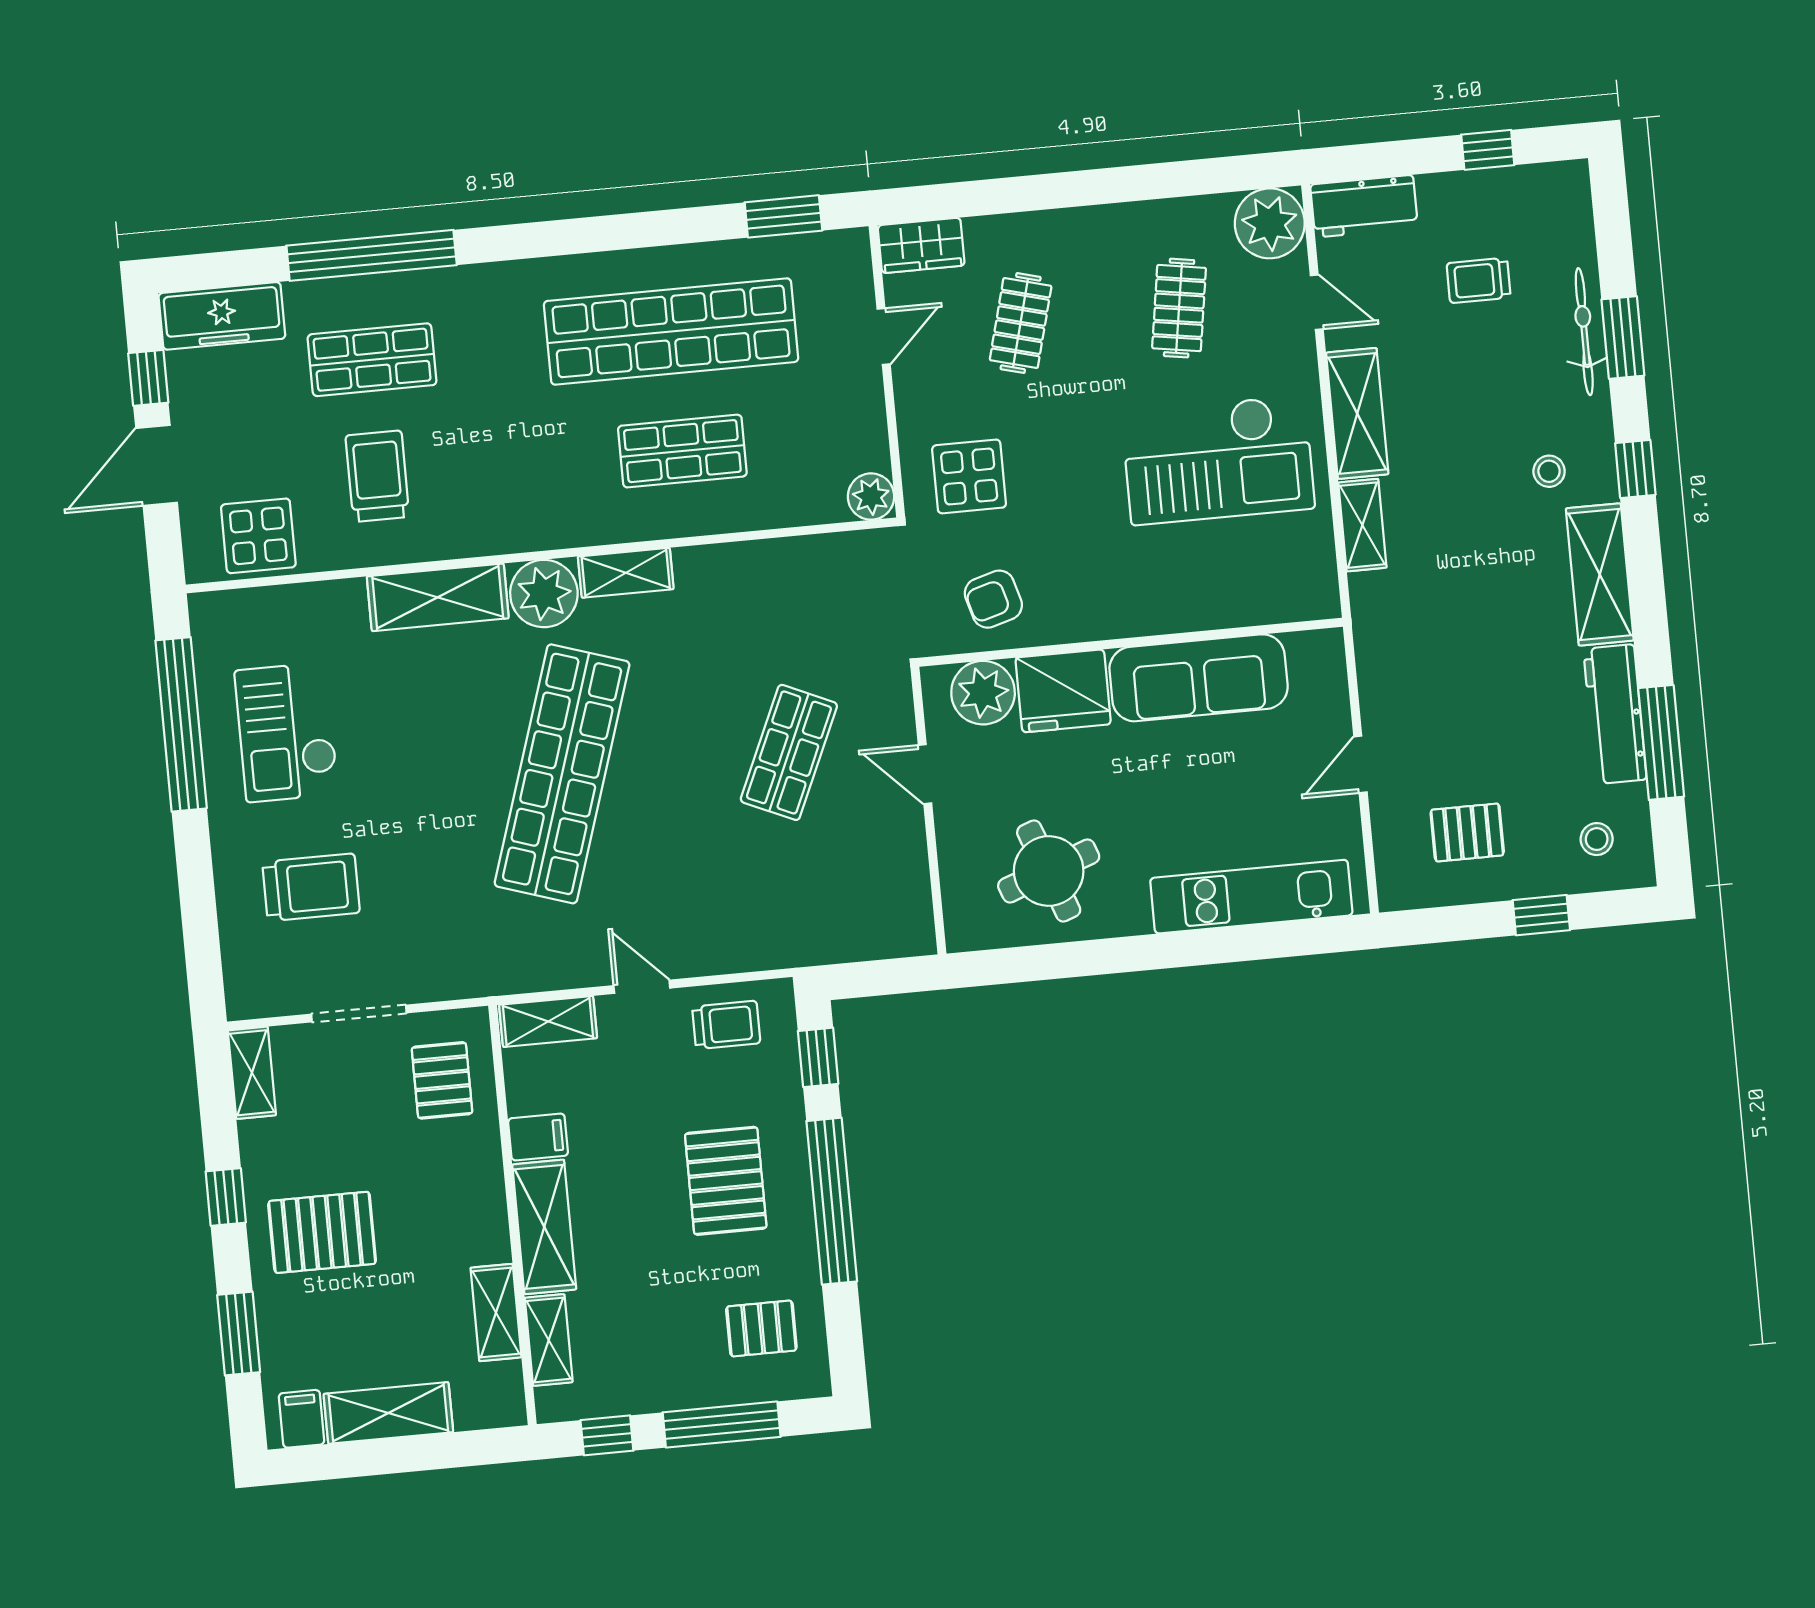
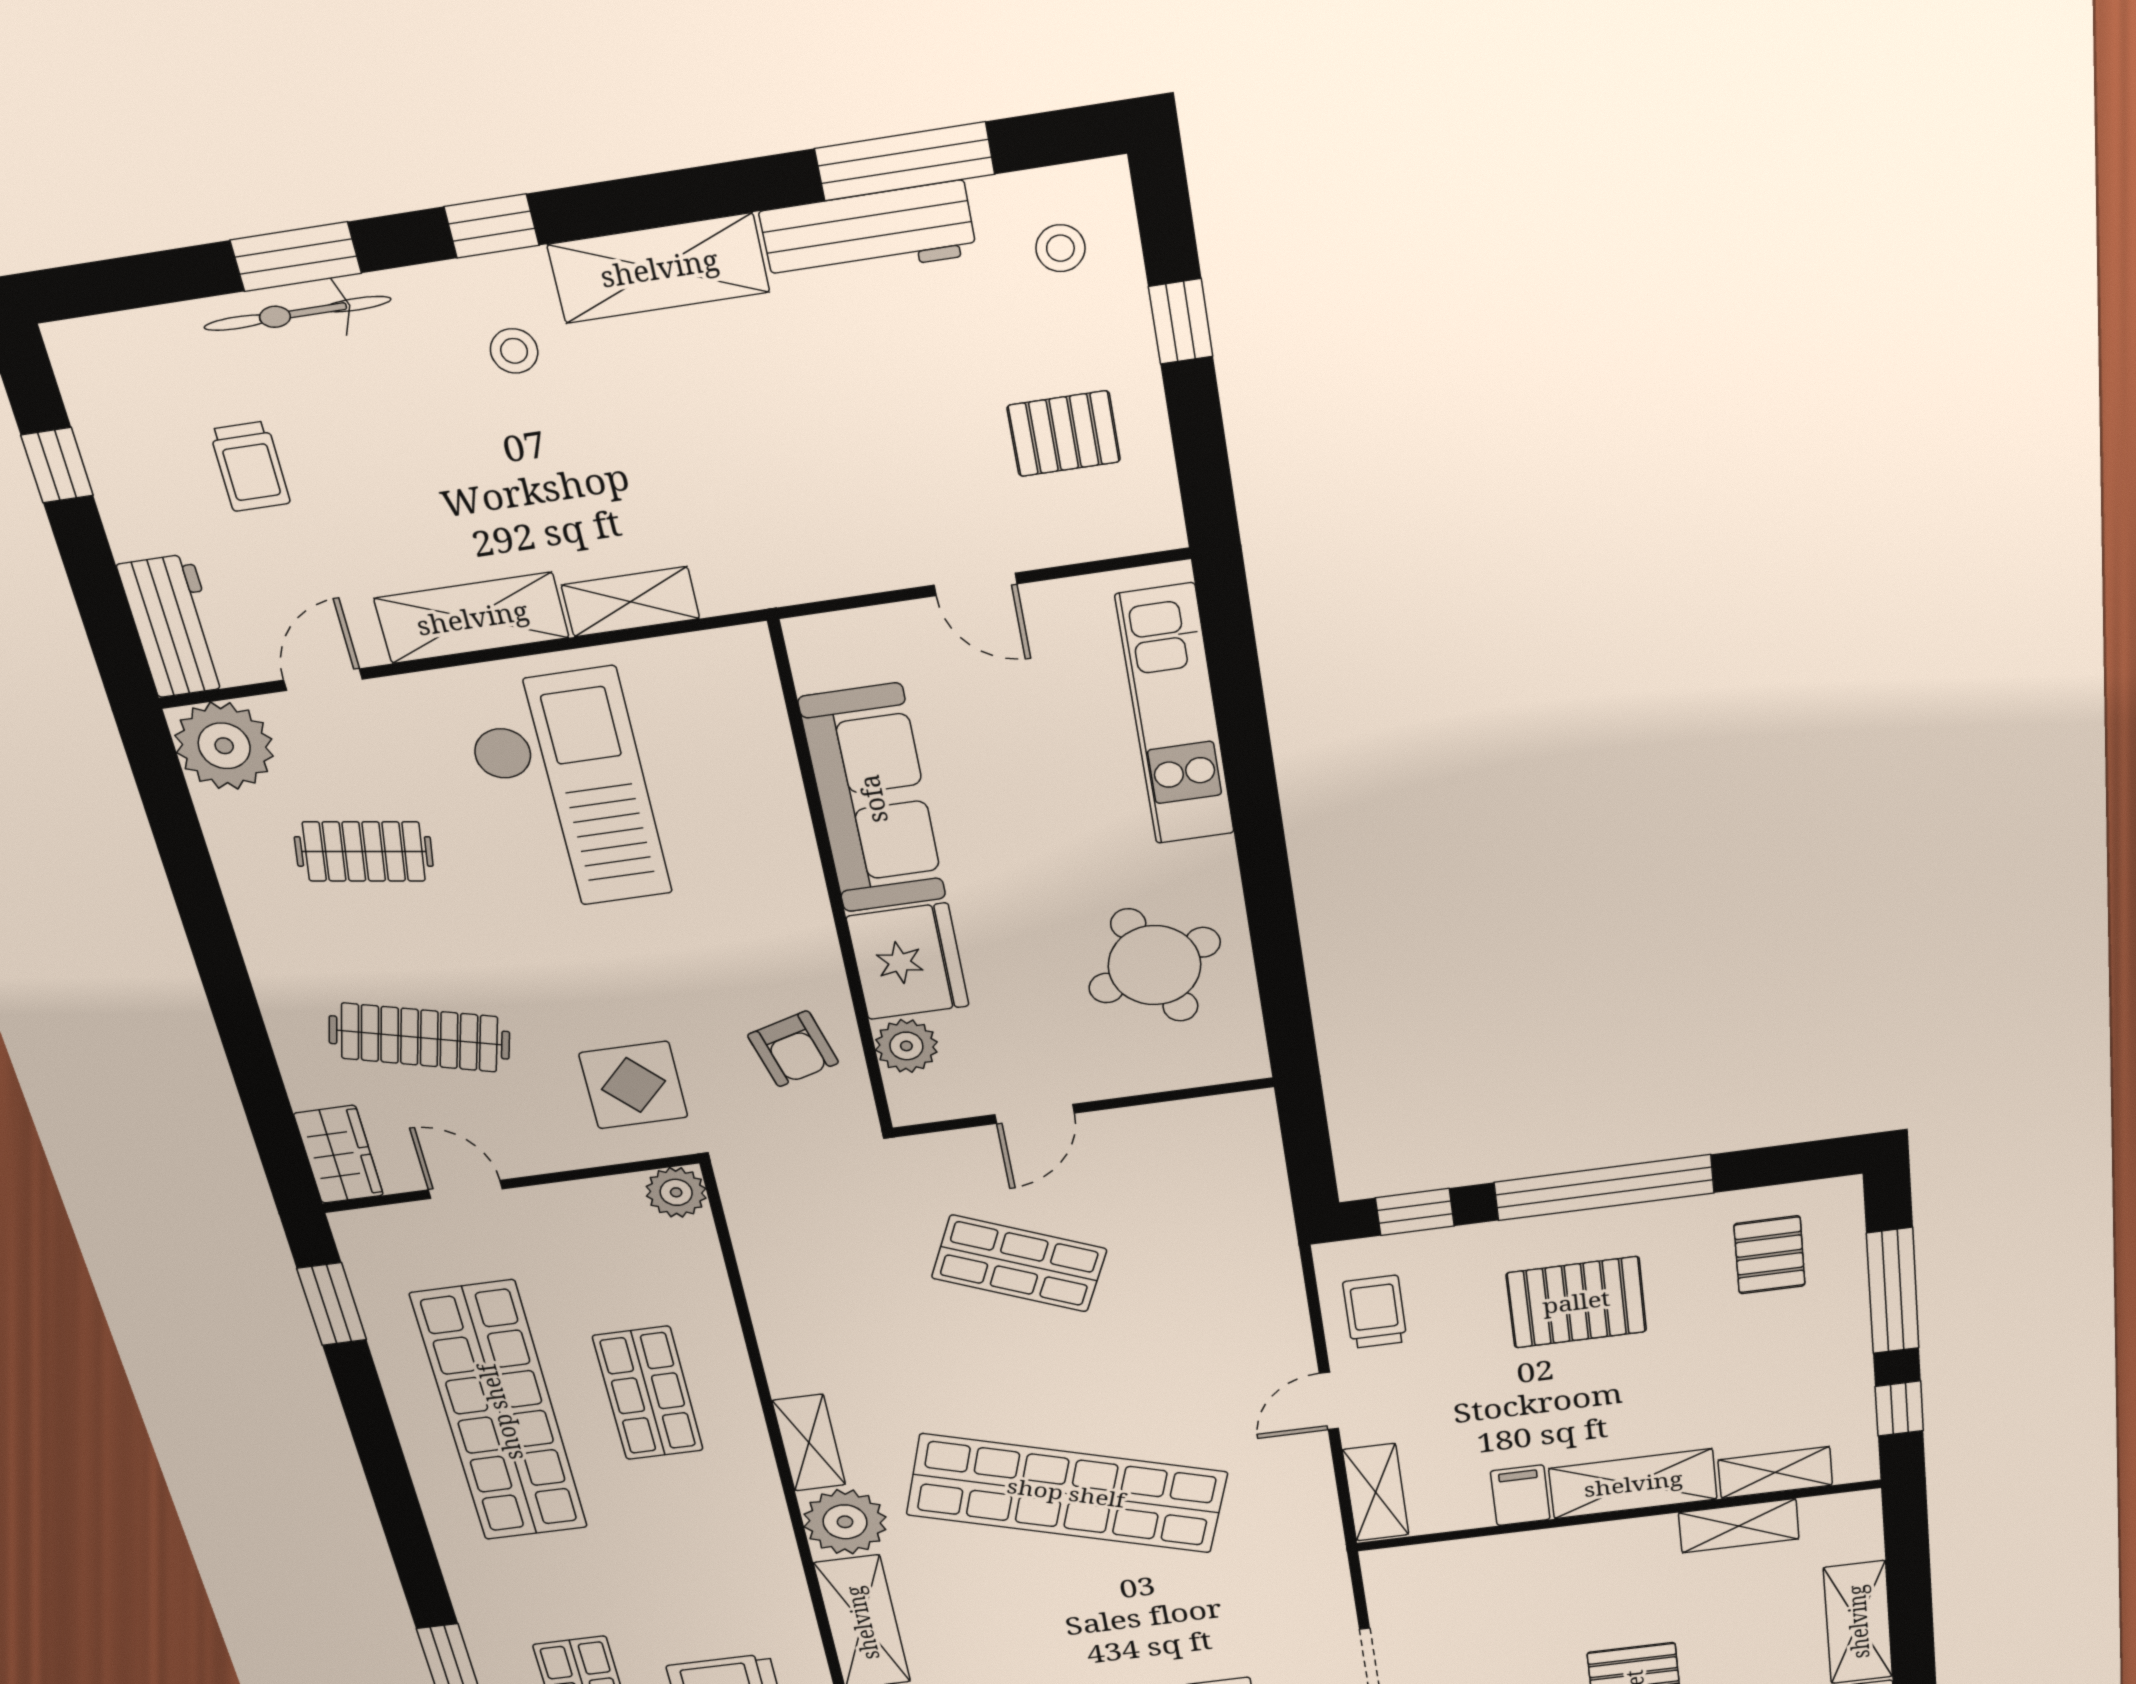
clothes rail: (1021, 323) -> (419, 1037), width x1.36
plant: (983, 693) -> (906, 1046), width x0.73, depth x0.73
pallet: (1467, 833) -> (1064, 434), turned 90
pallet: (442, 1080) -> (1451, 1591), removed

